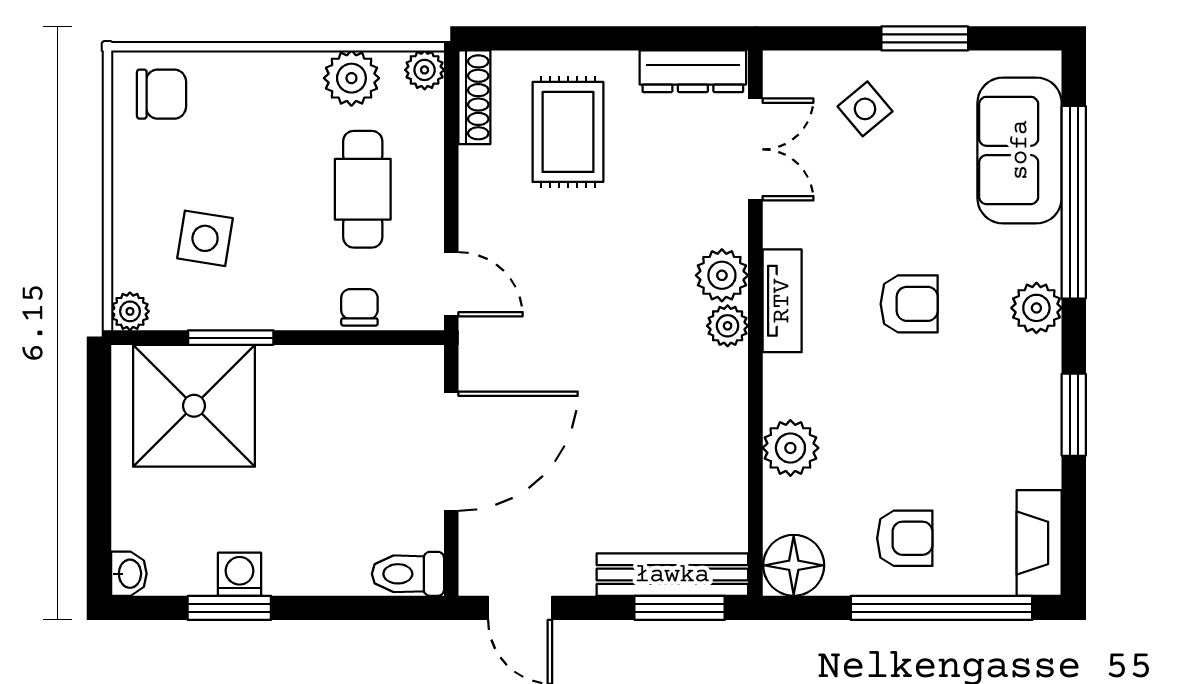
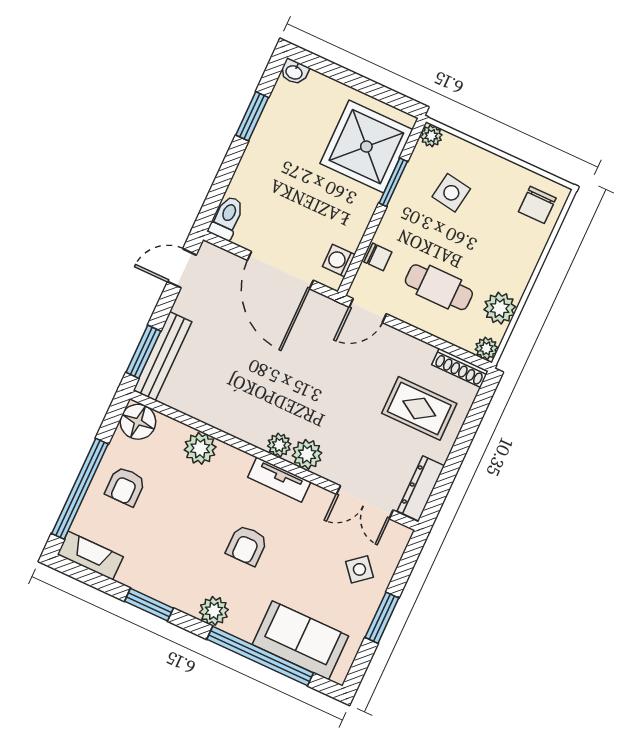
washing machine: (240, 574) -> (339, 261), moved, turned 180

